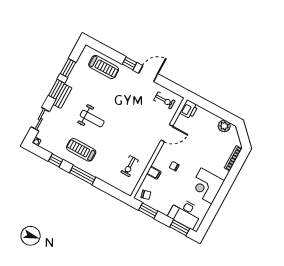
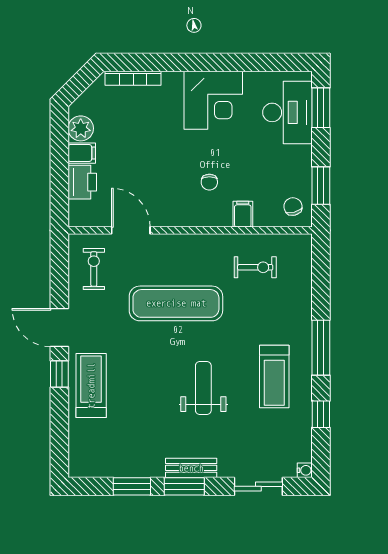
treadmill: (104, 67) -> (91, 386), moved
printer: (189, 109) -> (82, 182), moved, turned 90
filing cabinet: (214, 121) -> (82, 153), added
exercise mat: (132, 126) -> (176, 303), added
door: (167, 133) -> (131, 230), moved

